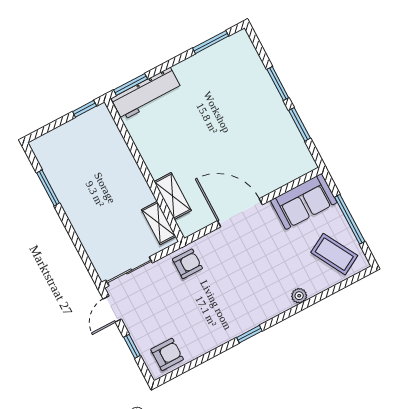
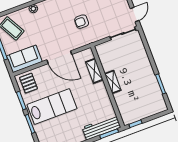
lab bench: (242, 120) -> (52, 107), added
pallet: (290, 158) -> (29, 83), added
shelving: (159, 223) -> (113, 82), moved
armchair: (187, 264) -> (82, 22), moved

